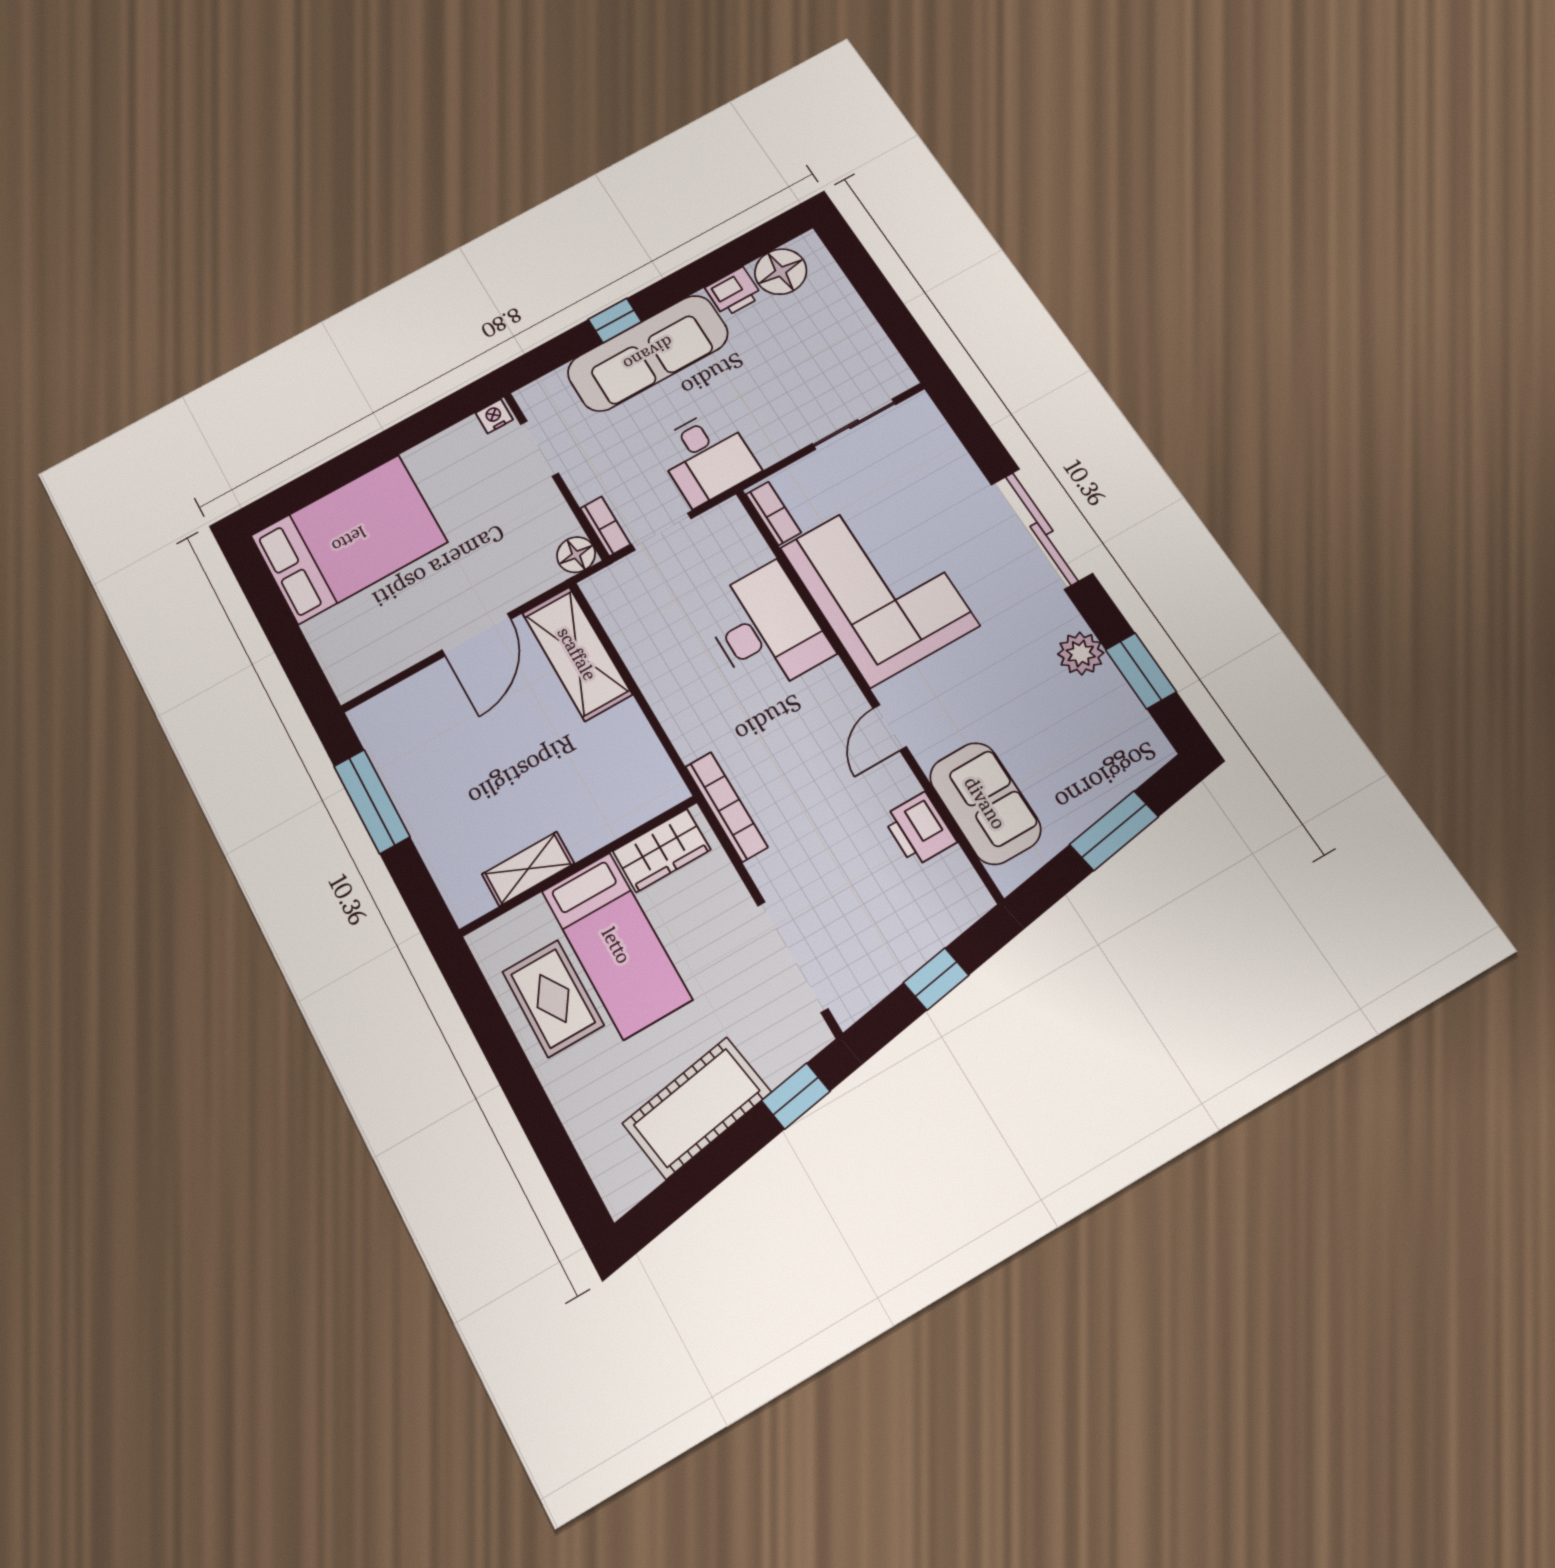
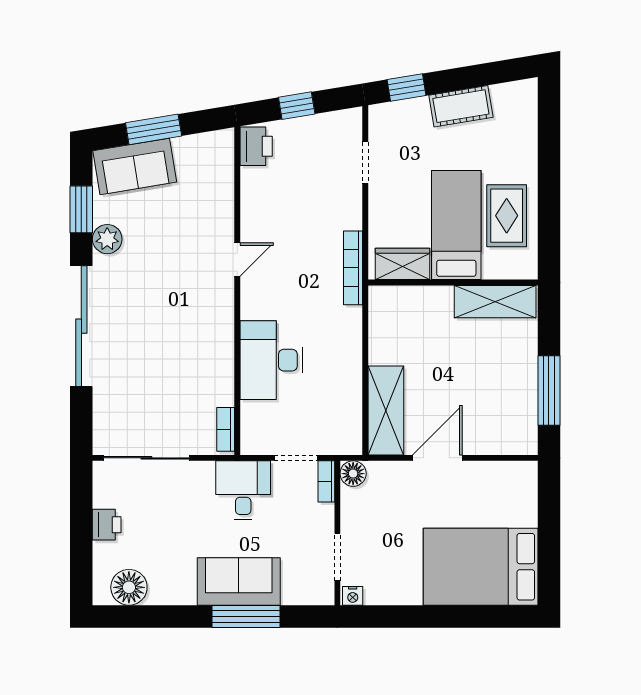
printer: (733, 292) -> (107, 525), moved, turned 90
window: (615, 321) -> (246, 616), width x2.17
sofa: (648, 353) -> (239, 581), width x0.73
sliding door: (854, 424) -> (146, 458), width x1.37
sliding door: (1042, 529) -> (81, 326), width x1.36
corner sofa: (879, 586) -> (193, 347), removed
sofa: (985, 803) -> (135, 166), moved, turned -99
printer: (919, 829) -> (256, 146), moved
shelving: (528, 869) -> (495, 302), width x1.50, depth x1.33
doorway: (793, 957) -> (365, 162), width x0.53
cot: (697, 1108) -> (461, 106), width x0.73, depth x0.75

